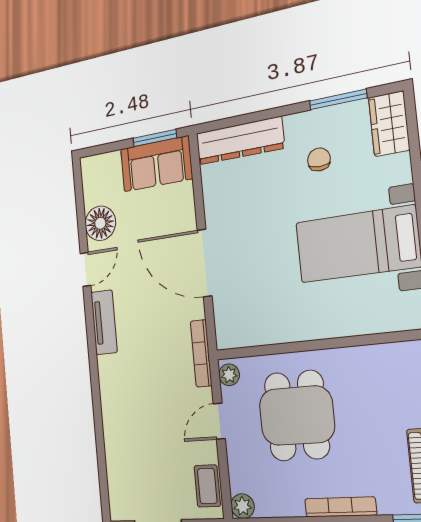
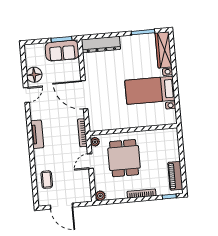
wardrobe: (389, 124) -> (164, 50), width x1.50
chair: (319, 159) -> (135, 55), removed
tv unit: (104, 322) -> (37, 134), moved
coffee table: (207, 486) -> (47, 180), moved

